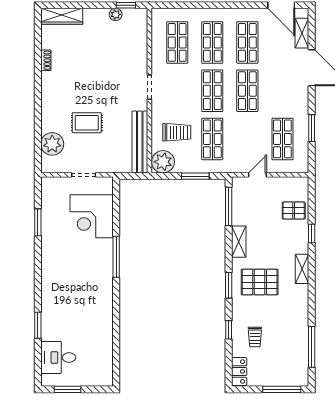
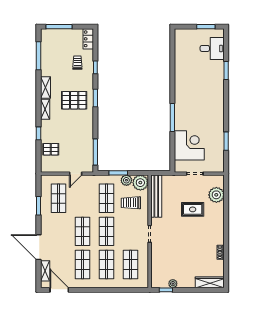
plant: (183, 165) -> (126, 180), added
shelving: (239, 242) -> (45, 87), moved

